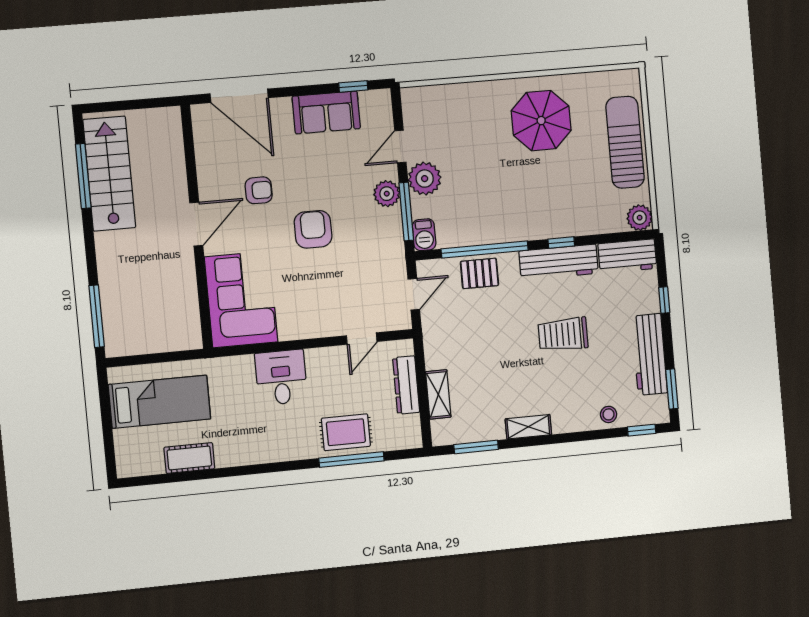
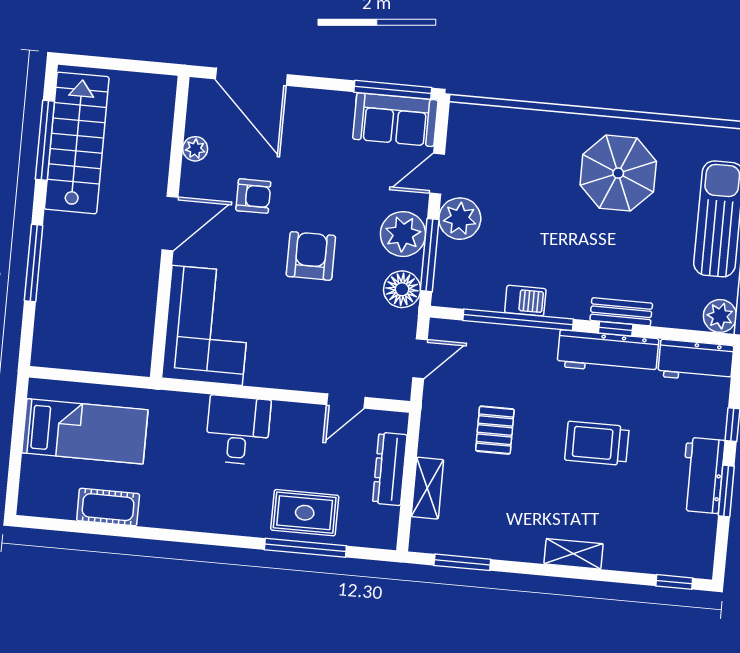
window: (353, 86) -> (393, 90), width x2.17
sofa: (326, 112) -> (395, 120), moved
plant: (205, 161) -> (195, 149), added
plant: (387, 194) -> (403, 234), width x1.36, depth x1.36
bench: (563, 228) -> (621, 312), added
barbecue: (424, 235) -> (525, 301), moved, turned -90
floor lamp: (390, 242) -> (402, 289), added
pallet: (479, 273) -> (495, 430), moved, turned 90
window: (97, 316) -> (34, 263), moved
workbench: (649, 354) -> (703, 475), width x0.73
window: (672, 389) -> (726, 491), moved
stool: (609, 414) -> (636, 554), removed
shelving: (528, 427) -> (573, 554), moved

